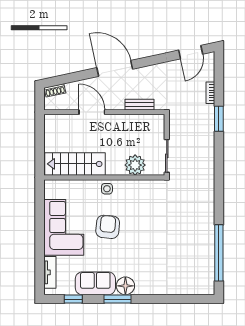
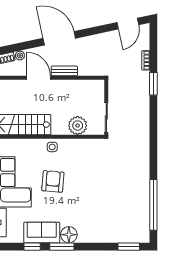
plant: (71, 87) -> (20, 55), added
bench: (139, 105) -> (64, 71), moved
window: (73, 299) -> (32, 247), moved
window: (192, 299) -> (129, 247), added

